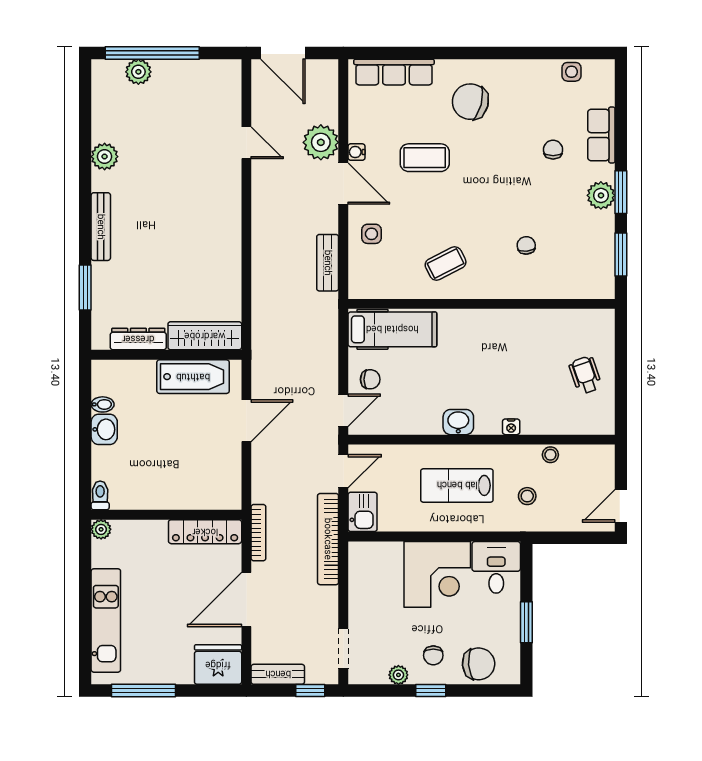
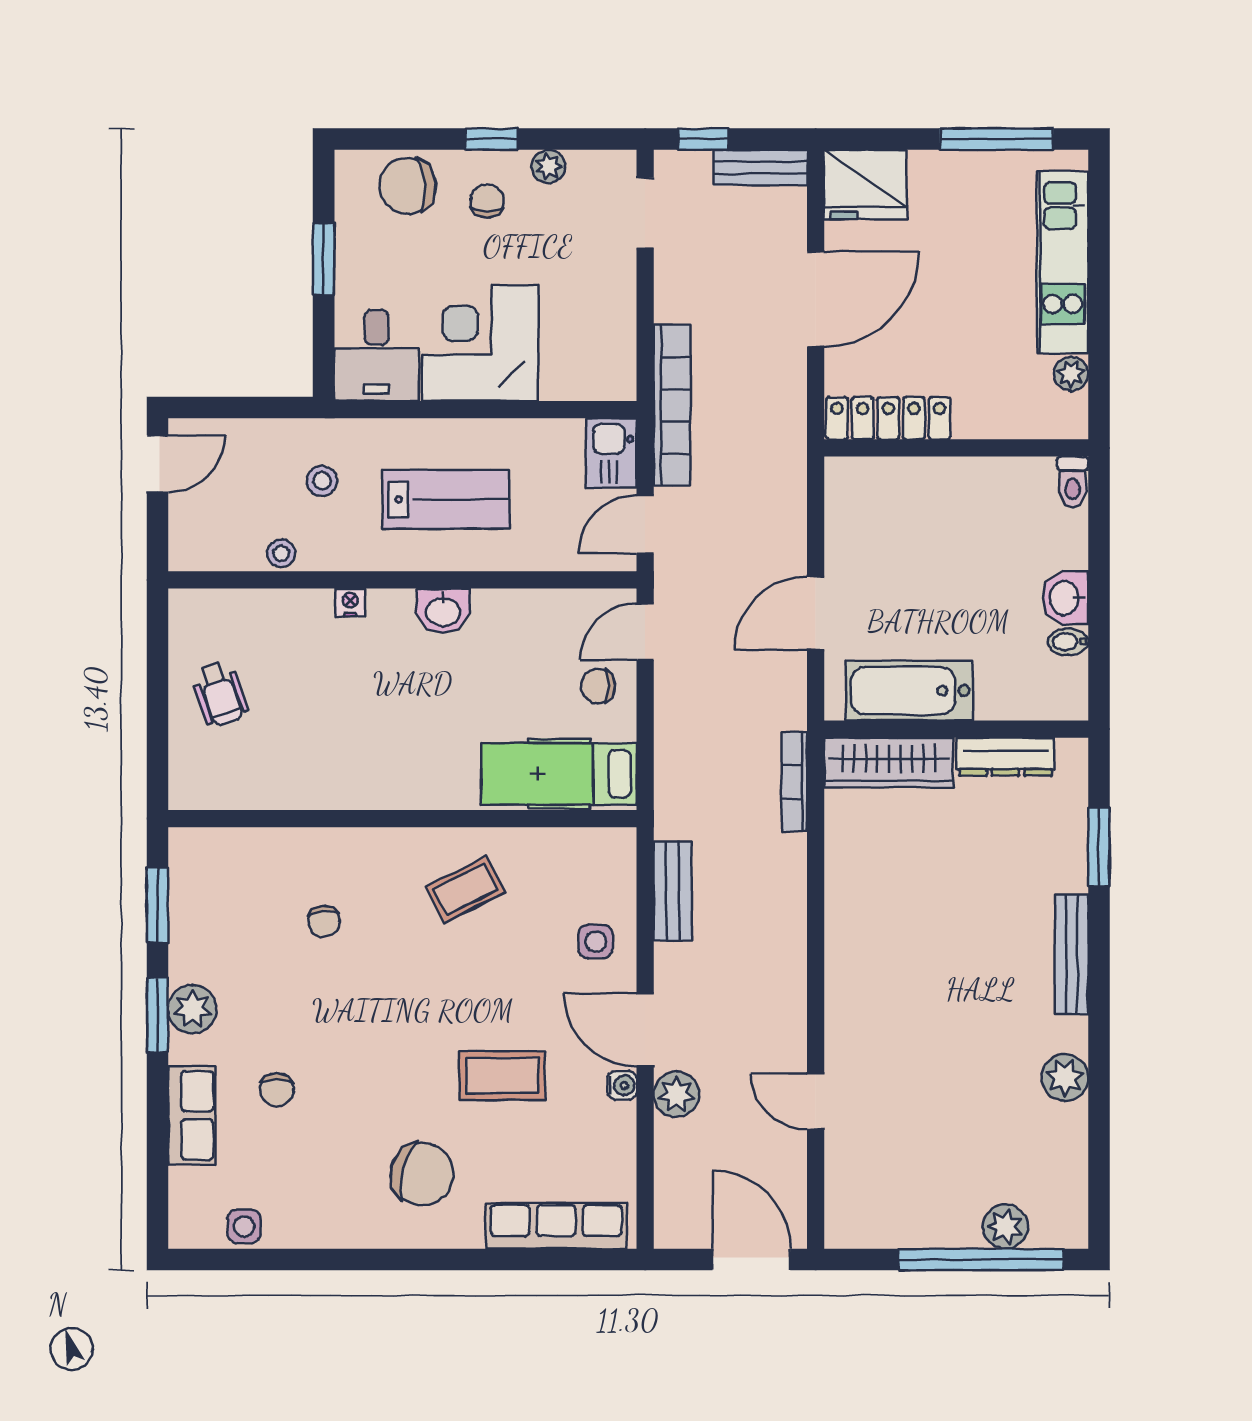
plant: (321, 142) -> (676, 1094), width x0.73, depth x0.73
plant: (101, 529) -> (1071, 374), moved
bookcase: (258, 533) -> (794, 782), moved

